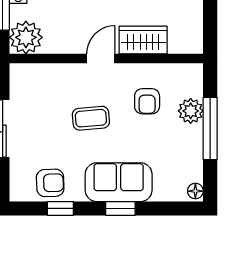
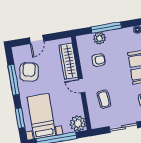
wardrobe: (143, 40) -> (68, 61), width x1.50
coffee table: (91, 118) -> (104, 99), moved

